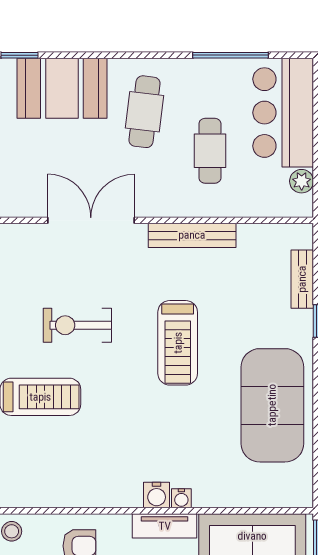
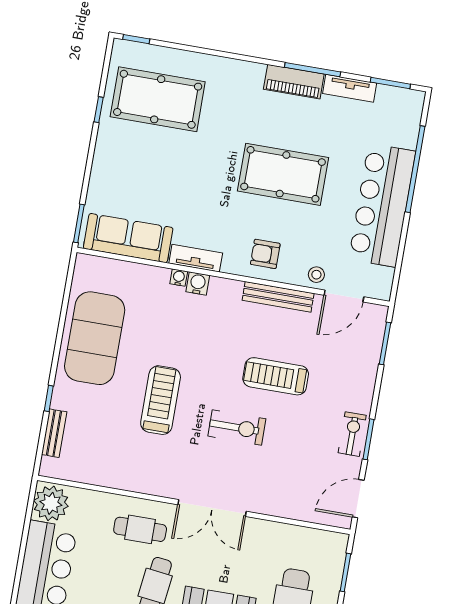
cafe table: (210, 151) -> (140, 529), moved, turned 90
plant: (302, 181) -> (51, 503), width x1.88, depth x1.88
bench: (192, 235) -> (278, 297), moved

